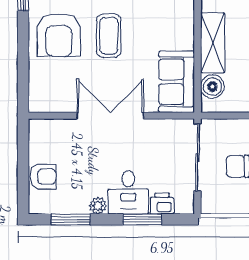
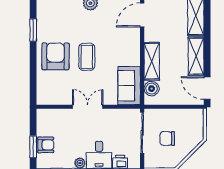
armchair: (59, 35) -> (56, 56), turned 180
double door: (110, 116) -> (88, 107), width x0.73
window: (23, 180) -> (33, 147), added

